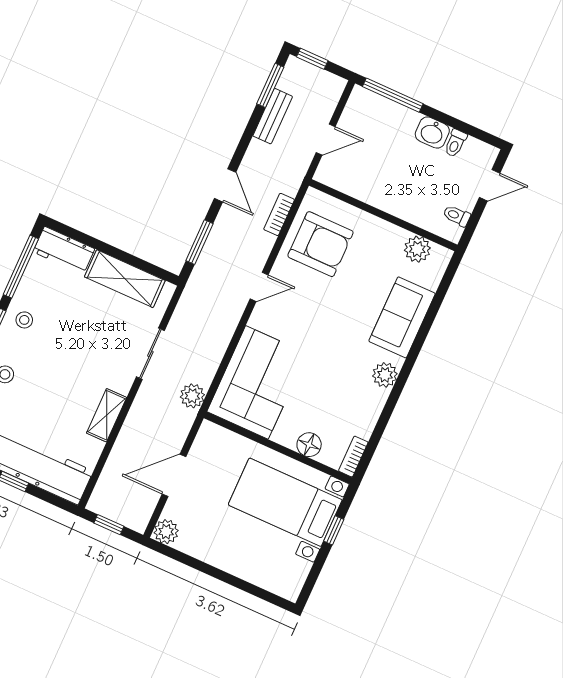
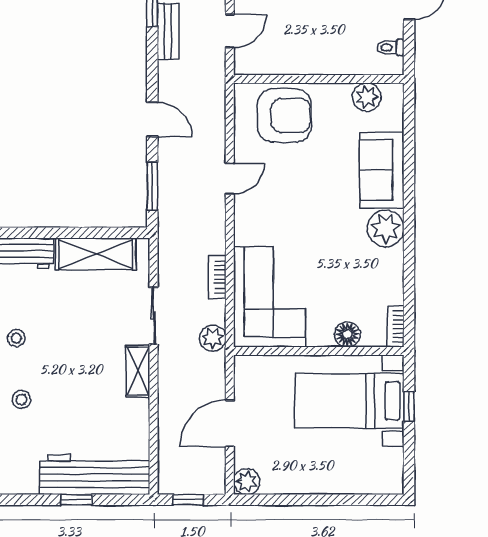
bookcase: (279, 214) -> (217, 277), moved
armchair: (320, 244) -> (284, 116), moved
door: (259, 287) -> (230, 179), moved
plant: (385, 375) -> (386, 228), width x1.36, depth x1.36
shelving: (107, 415) -> (138, 371), moved

